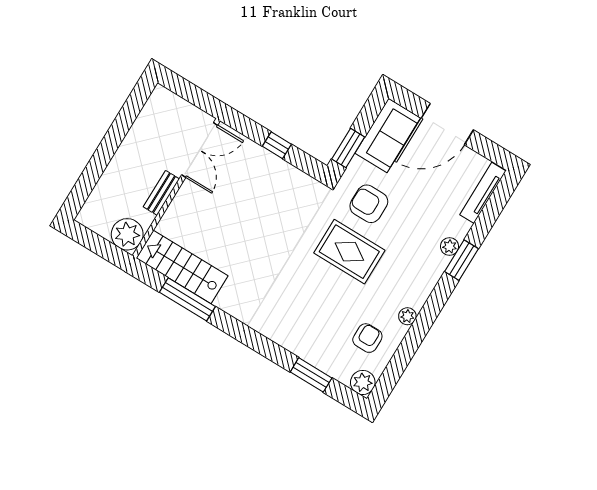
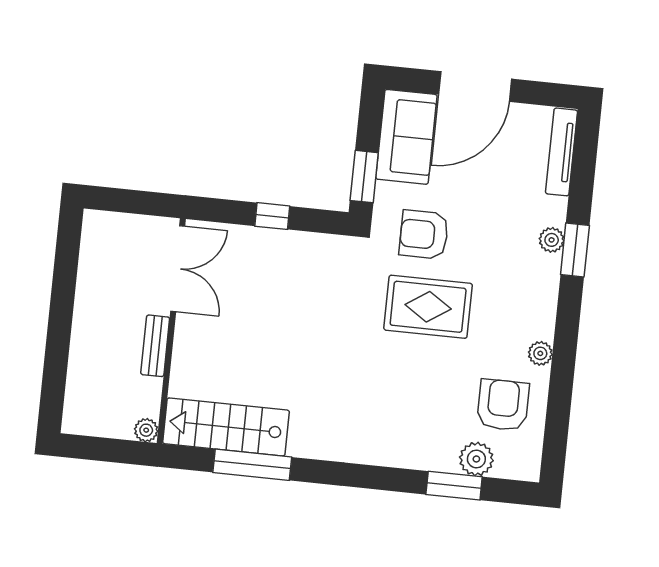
plant: (127, 234) -> (146, 430), width x0.53, depth x0.53
armchair: (367, 338) -> (503, 405), width x1.38, depth x1.38
plant: (363, 382) -> (476, 459), moved

